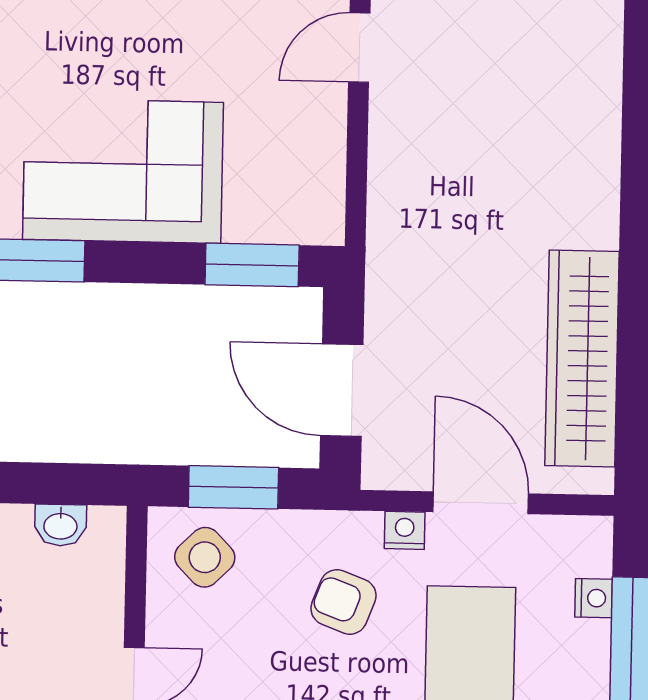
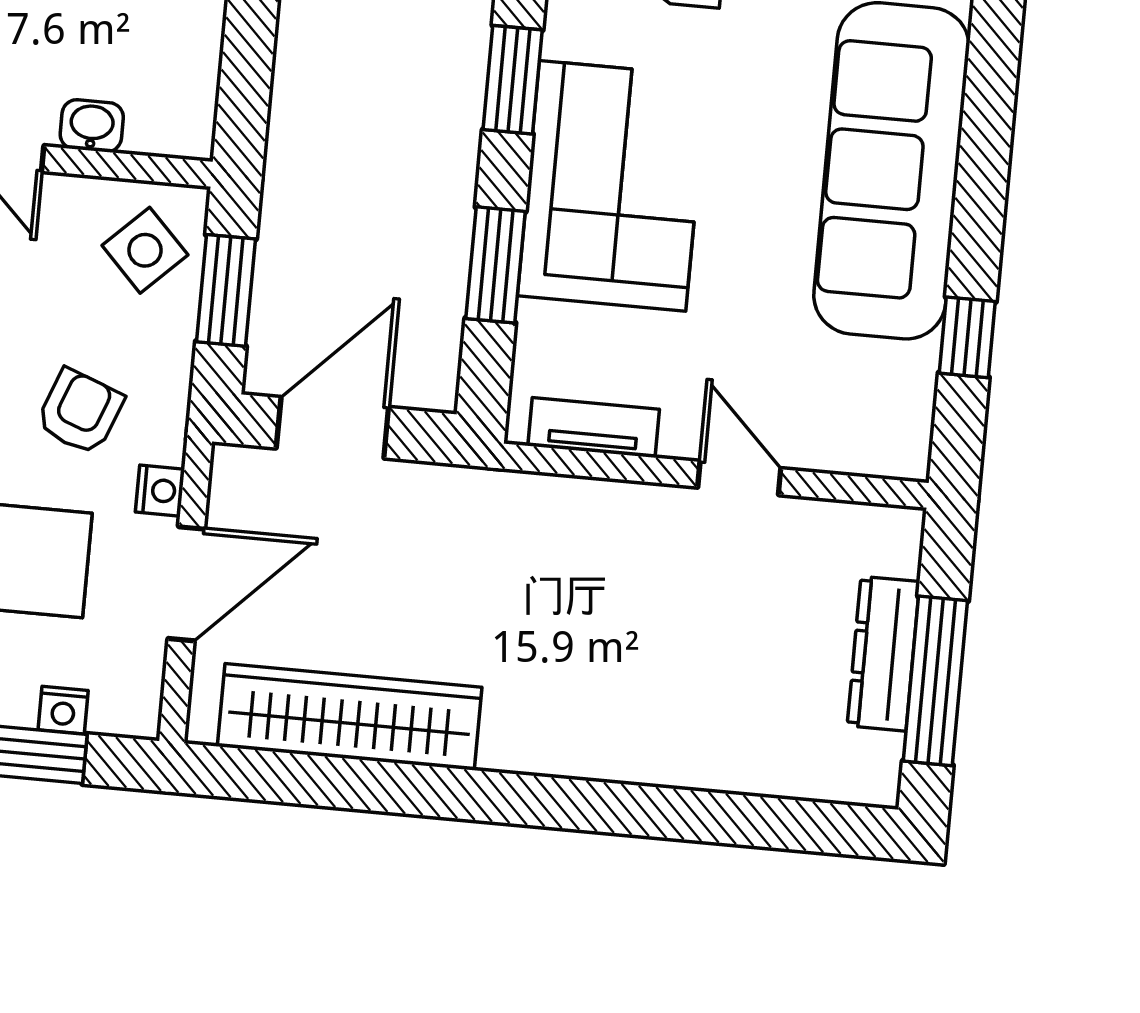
tv unit: (326, 172) -> (594, 427), added
window: (252, 265) -> (496, 265), moved
washbasin: (60, 525) -> (92, 126), moved, turned 90

